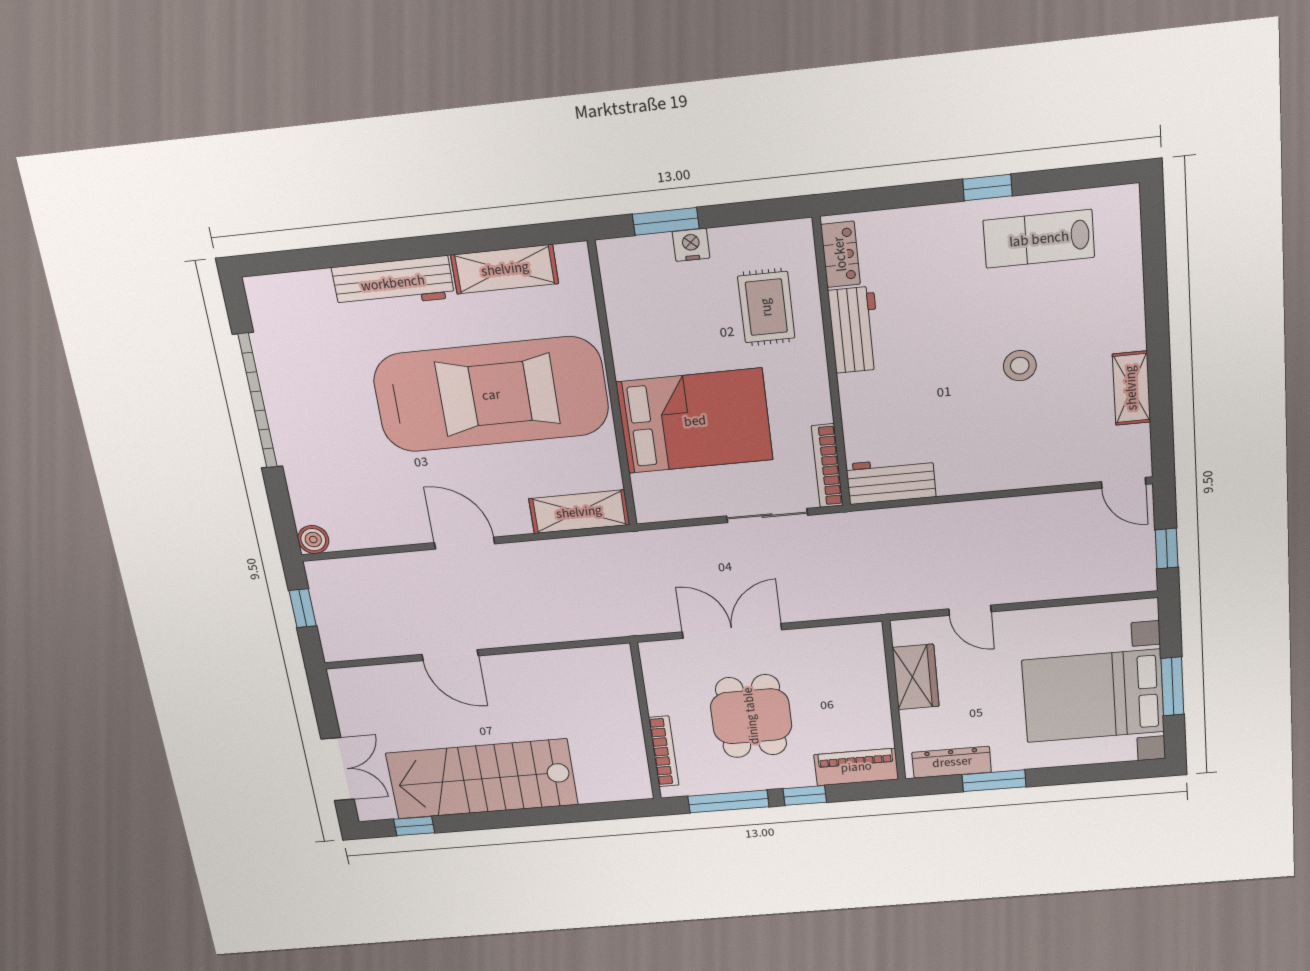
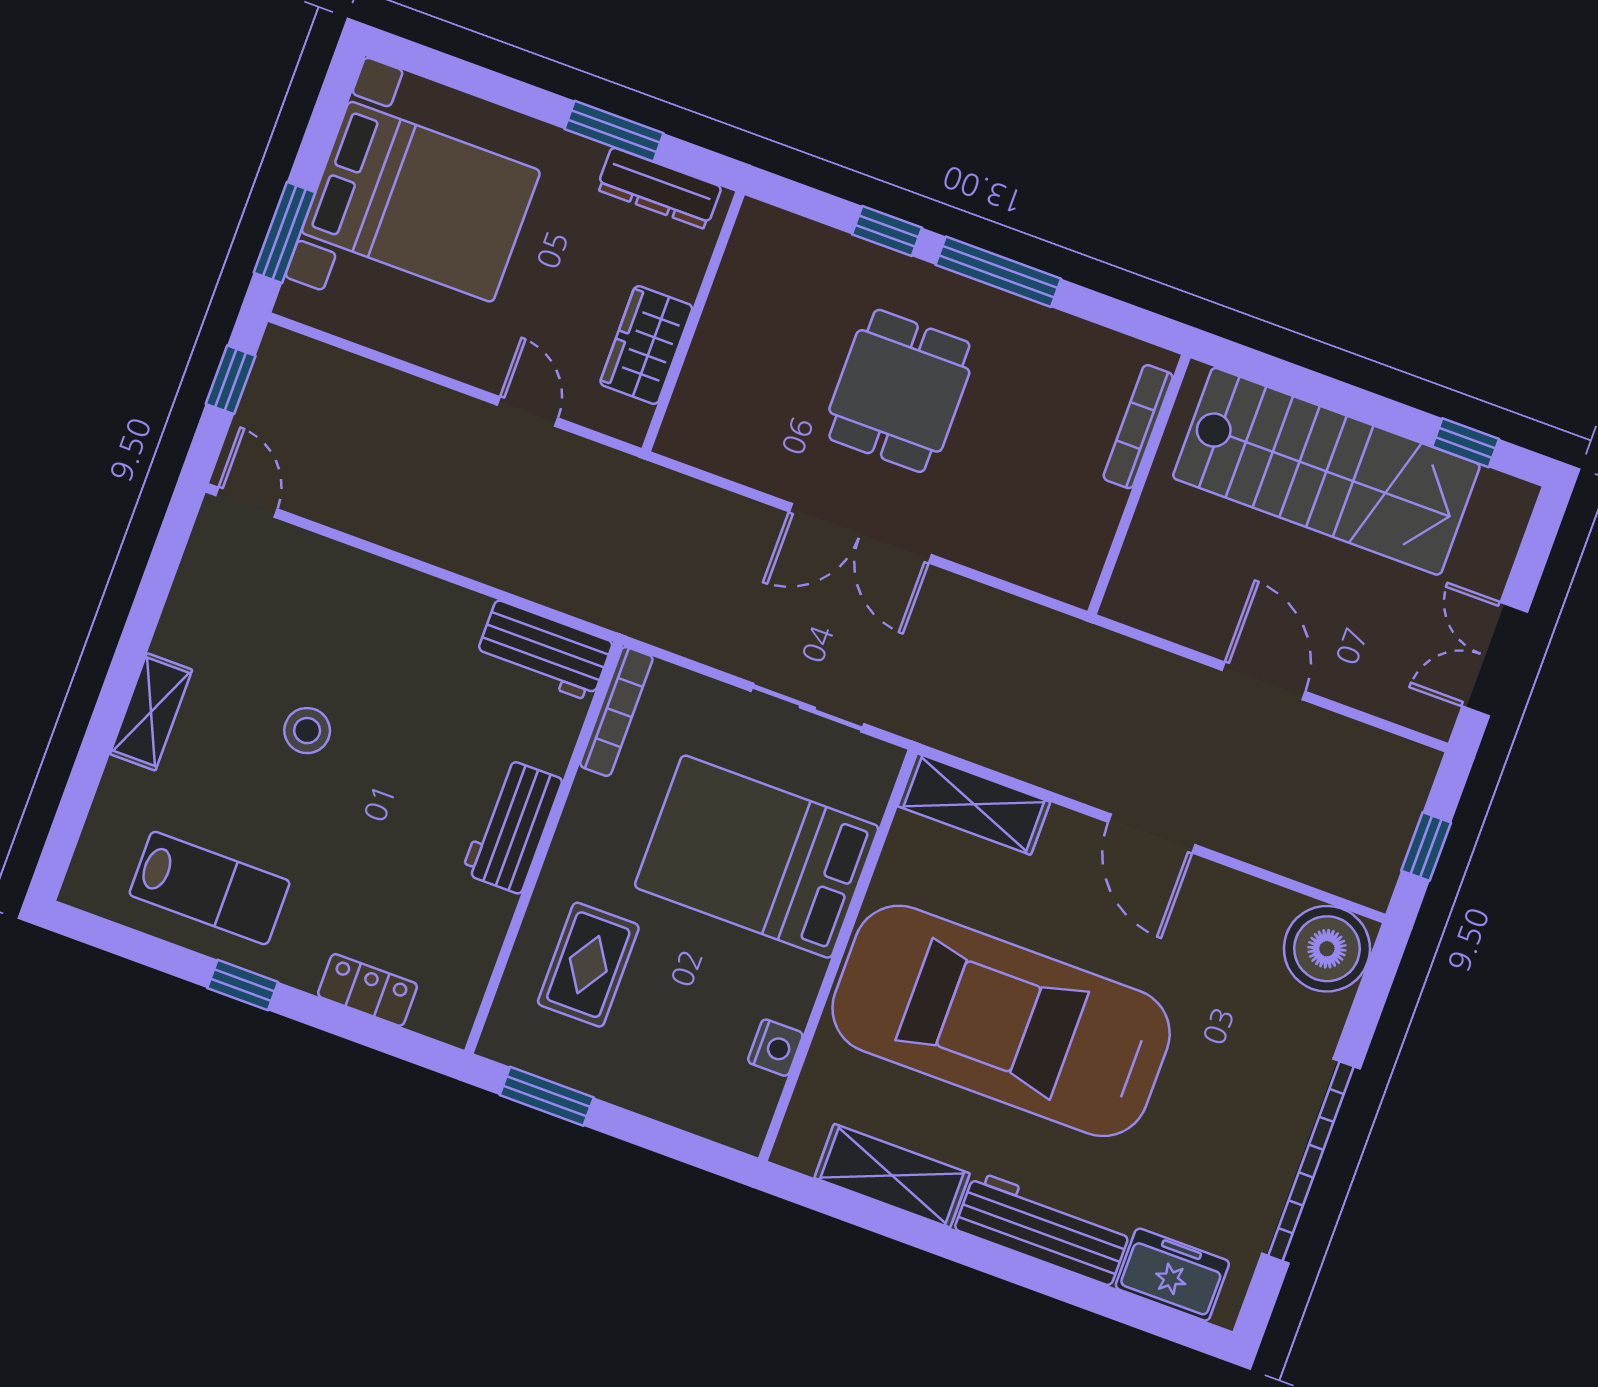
window: (666, 221) -> (547, 1096), moved
nightstand: (691, 245) -> (775, 1048), moved, turned -90
locker: (840, 254) -> (368, 990), moved, turned 90
freezer: (298, 293) -> (1172, 1275), added
workbench: (855, 330) -> (512, 826), moved
shelving: (1131, 388) -> (151, 712), moved
sliding door: (767, 516) -> (807, 708), moved
boiler: (313, 540) -> (1327, 949), width x1.86, depth x1.86
window: (1173, 686) -> (285, 233), moved
wall: (646, 722) -> (1139, 485), moved
bookcase: (664, 751) -> (1138, 427), moved
piano: (856, 767) -> (794, 243), removed
double door: (338, 769) -> (1495, 659), moved

